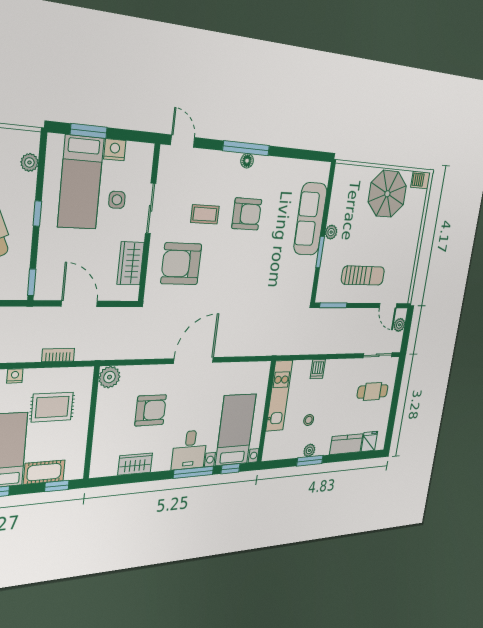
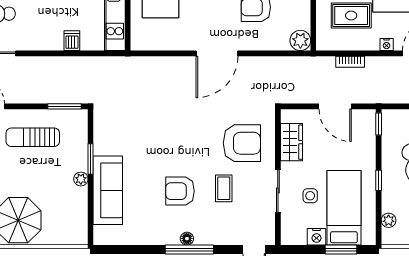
coffee table: (205, 214) -> (224, 188), turned 90

